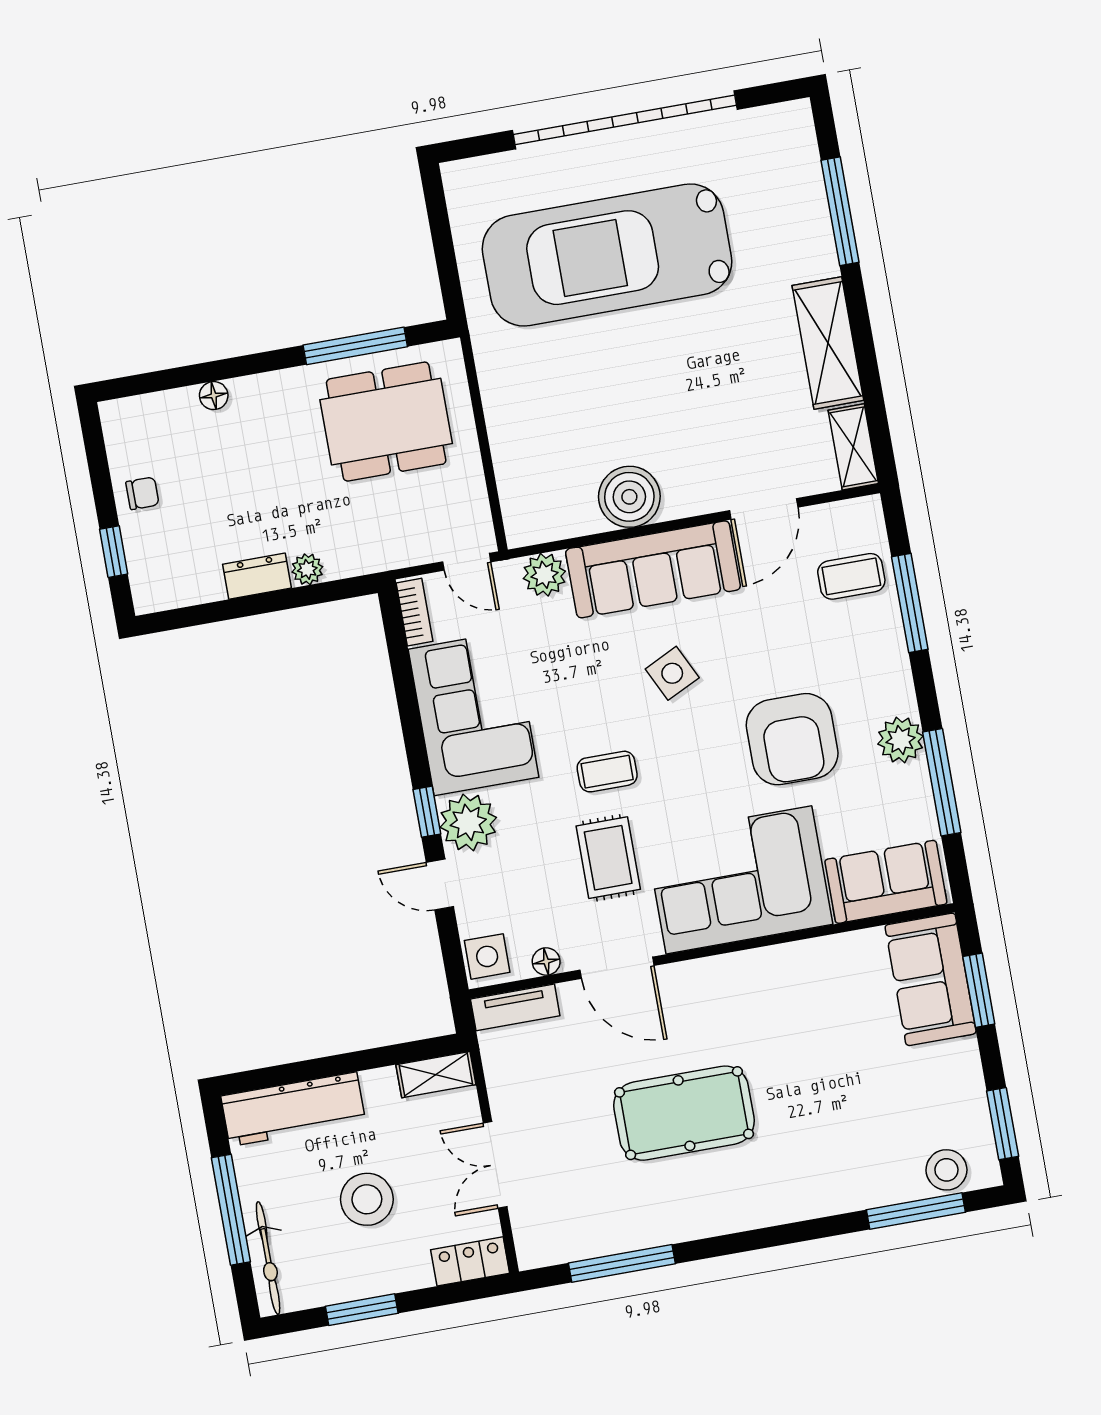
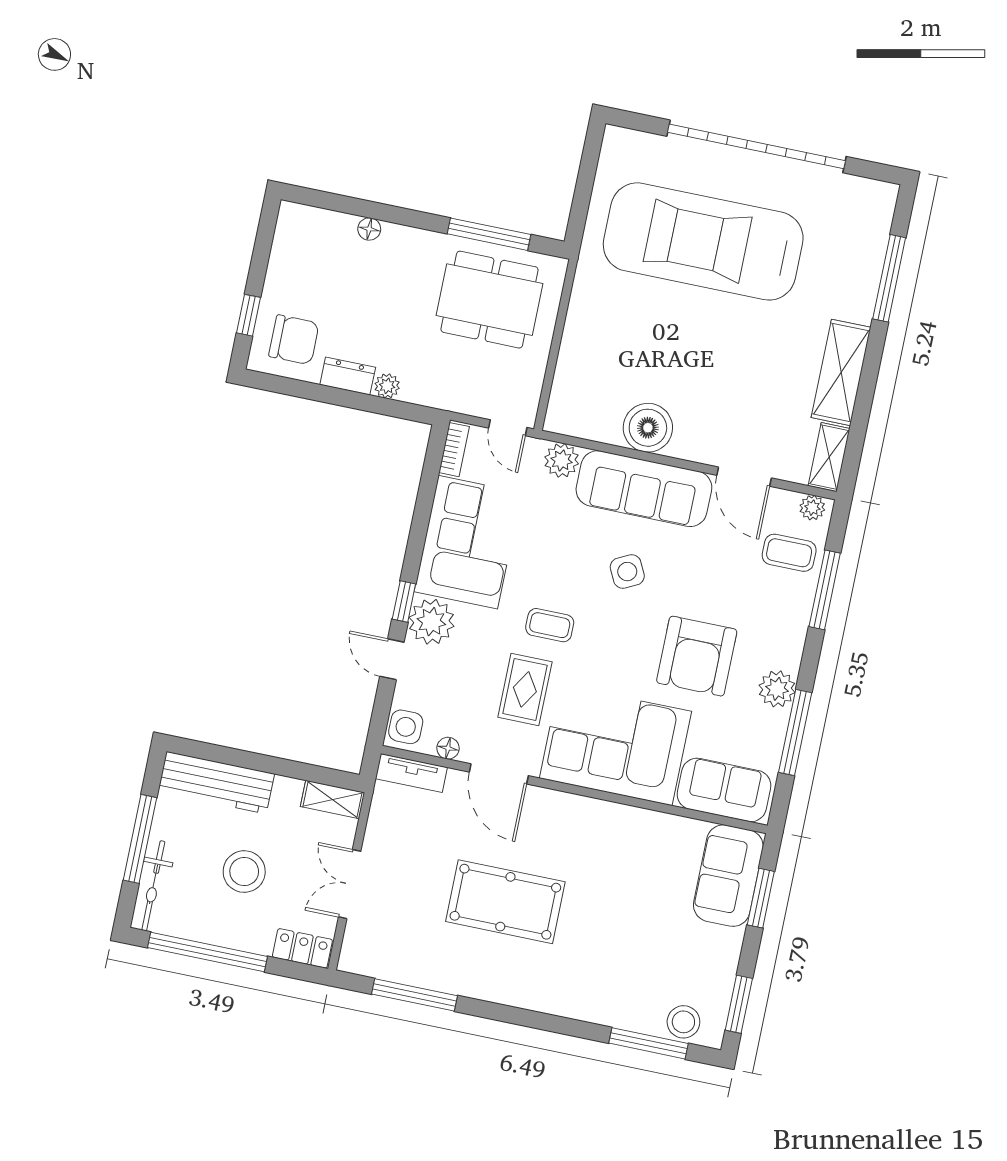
chair: (142, 493) -> (294, 340), moved, width x1.87, depth x1.87
door: (764, 509) -> (744, 477), hinge flipped
plant: (857, 513) -> (812, 508), added
window: (362, 1310) -> (208, 952), width x2.11

